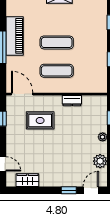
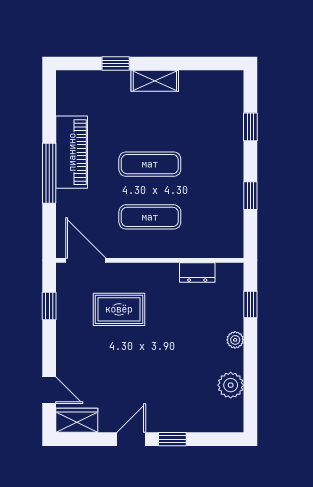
dresser: (72, 101) -> (197, 272), moved
wardrobe: (27, 180) -> (77, 420), moved
door: (91, 190) -> (131, 439), moved

